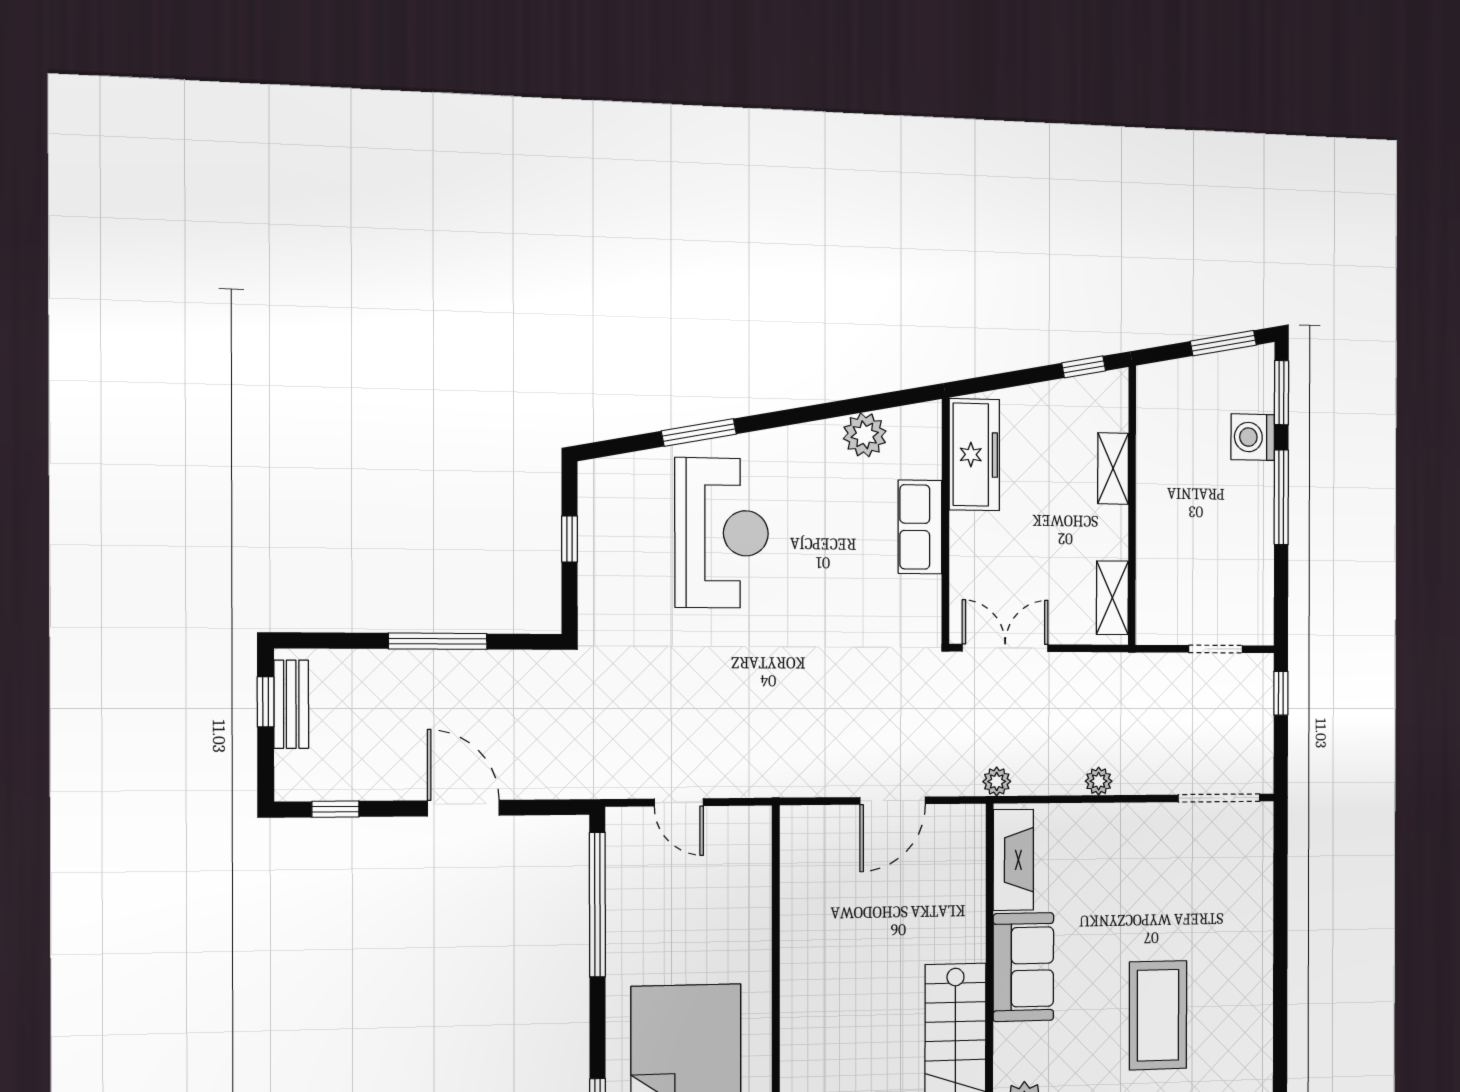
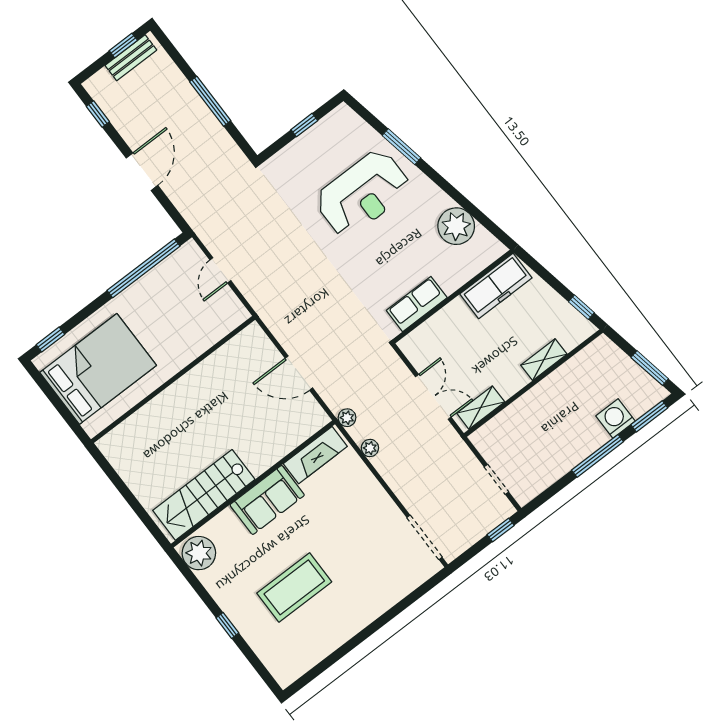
plant: (865, 435) -> (456, 226), width x1.36, depth x1.36
row of seats: (920, 527) -> (417, 304), moved
double door: (1005, 648) -> (433, 397), moved
plant: (1099, 781) -> (370, 448), moved

